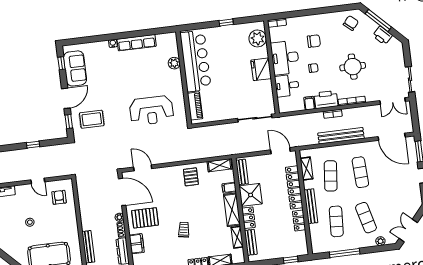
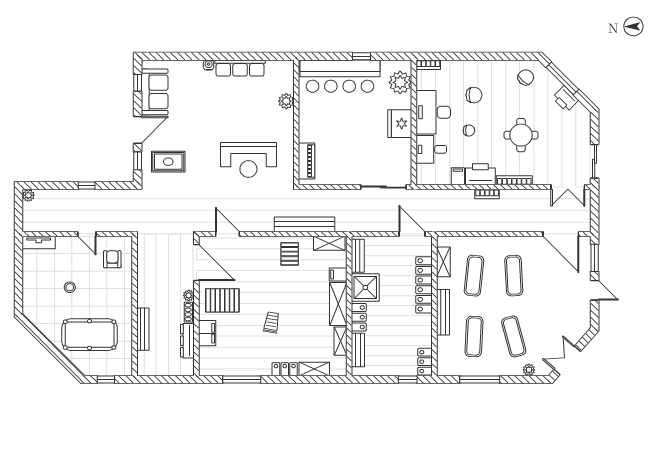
bar counter: (196, 61) -> (340, 76), moved, turned 90
bench: (341, 136) -> (305, 224), moved
locker: (299, 221) -> (425, 362), moved

